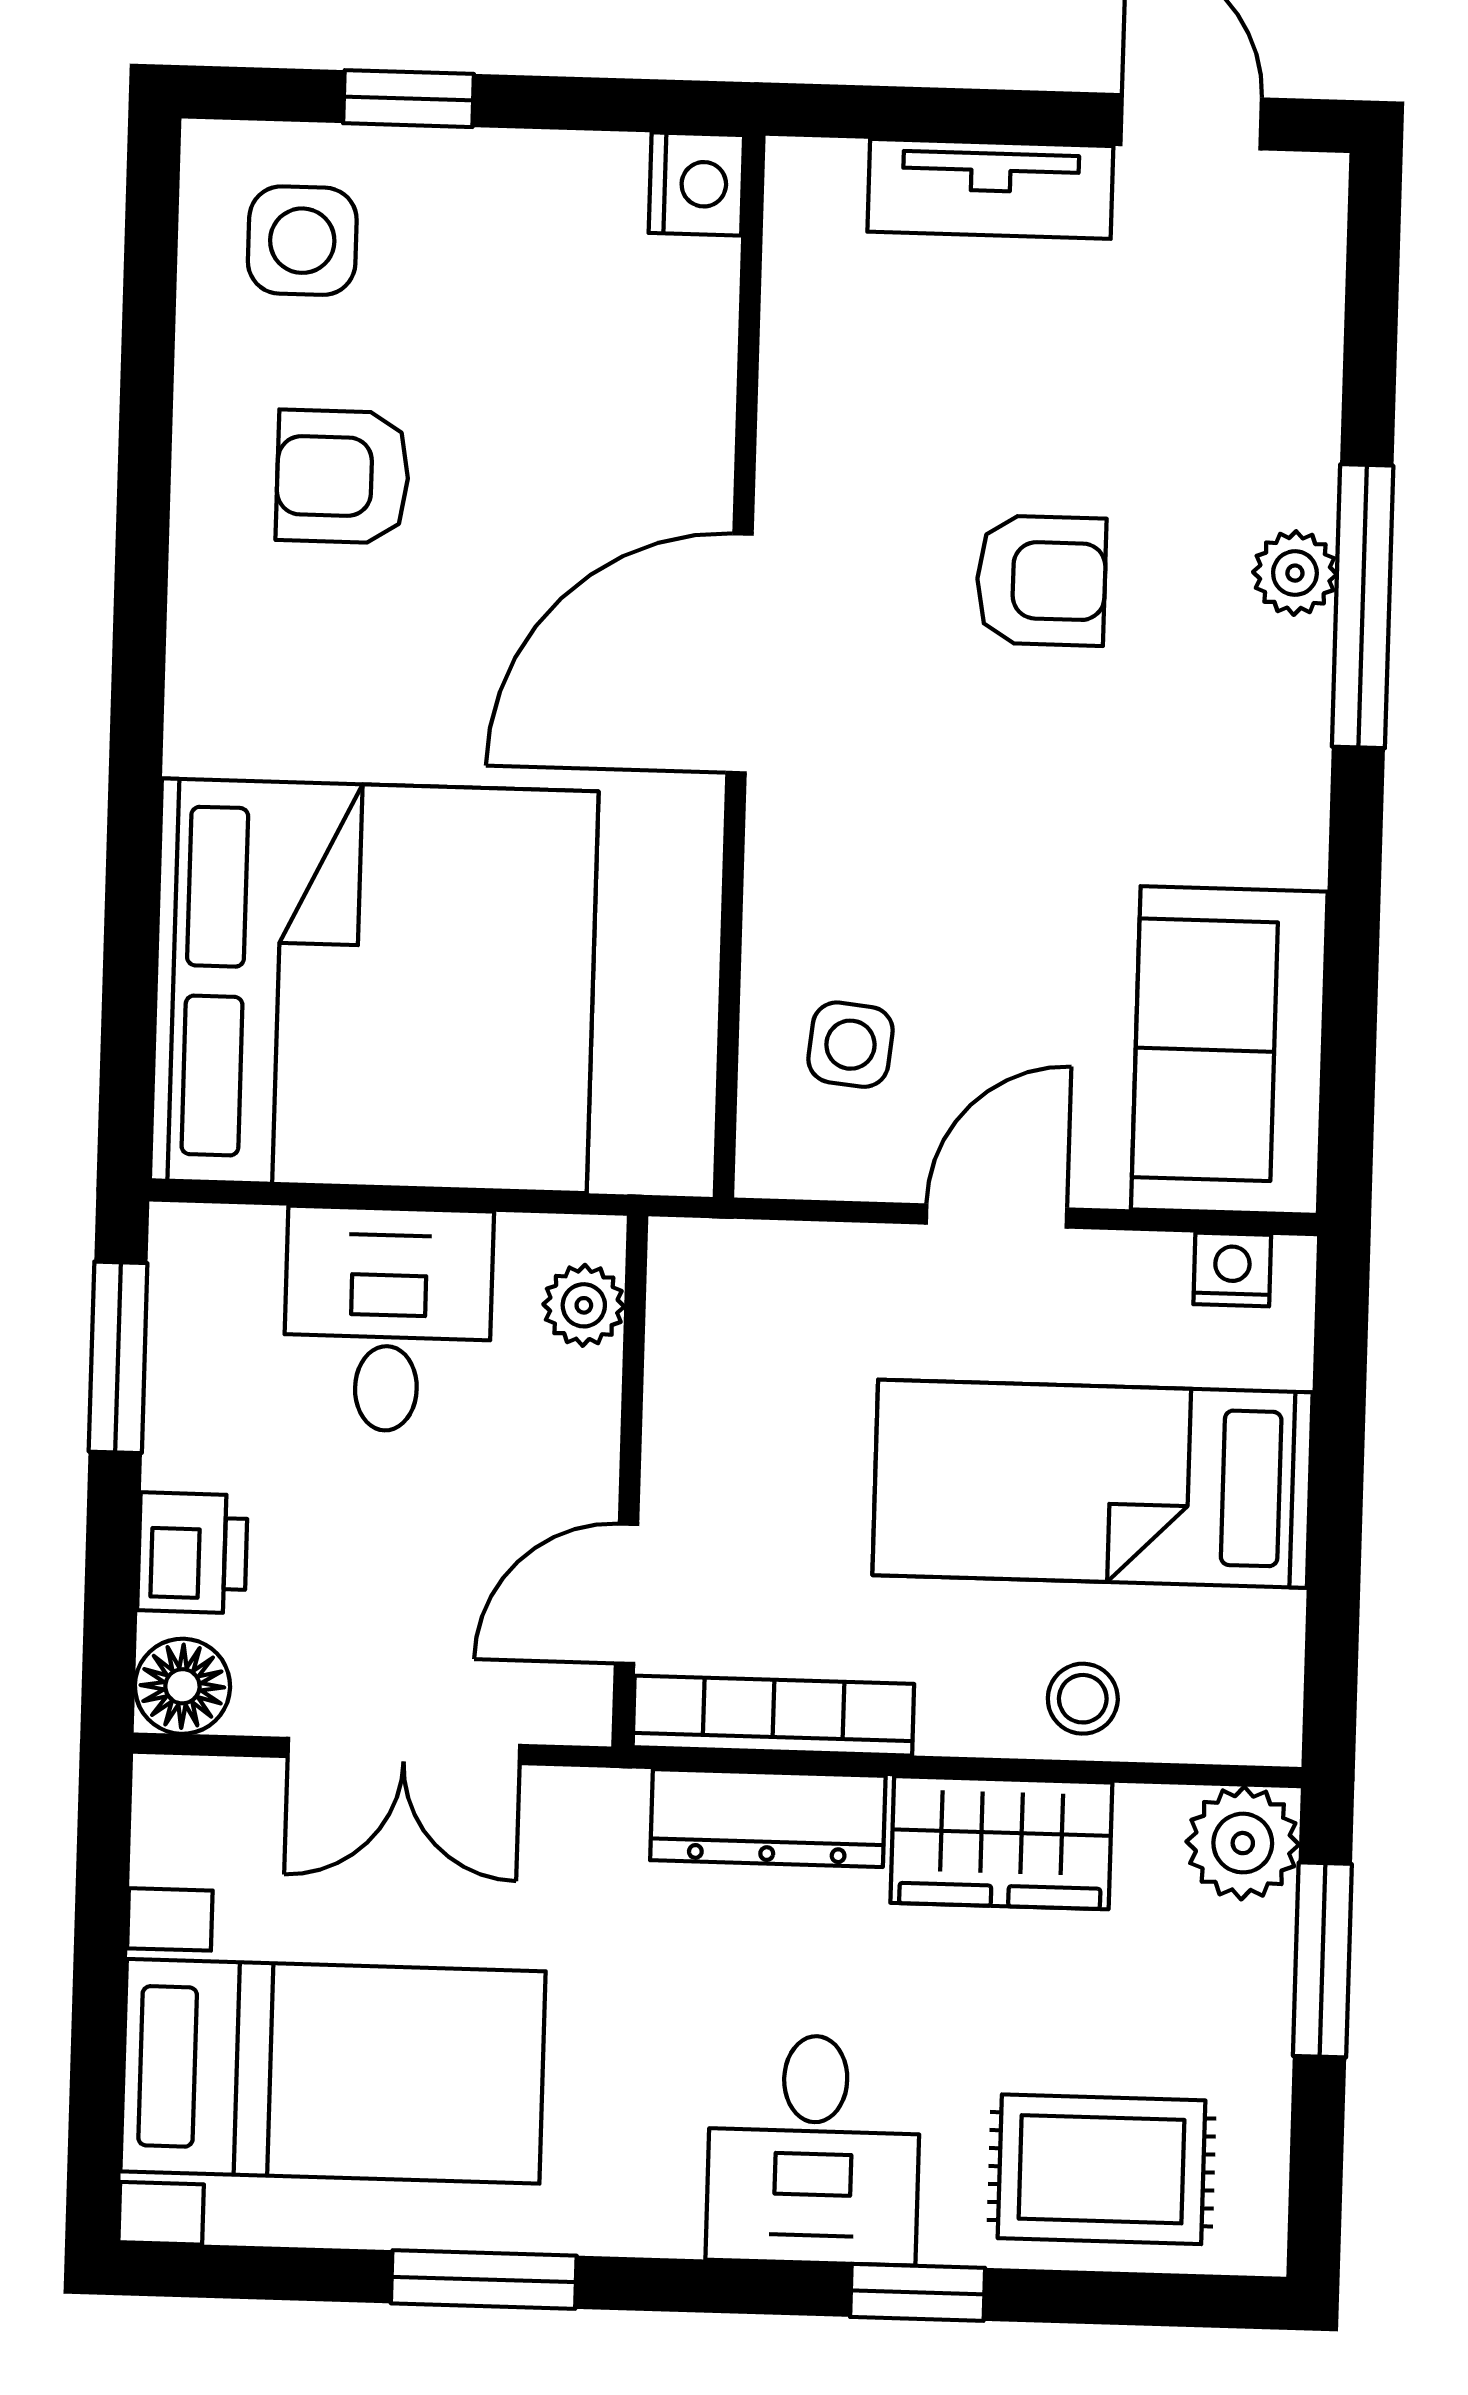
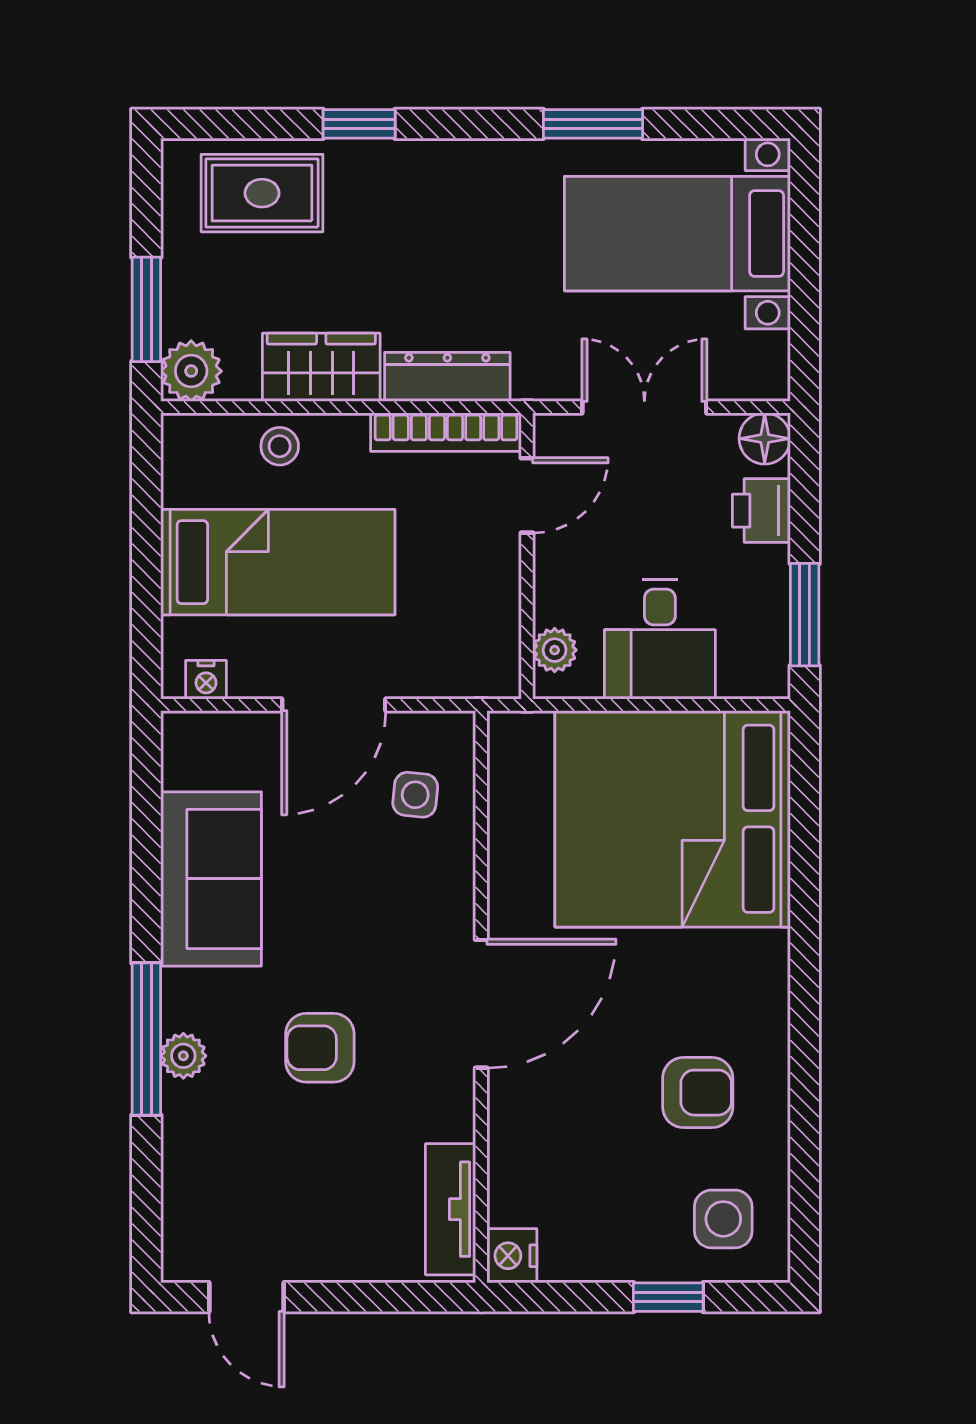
tv unit: (990, 189) -> (450, 1209), moved, turned -90
sofa: (1229, 1050) -> (211, 879), moved
door: (997, 1216) -> (334, 705), width x1.38
desk: (814, 2149) -> (417, 199), removed

